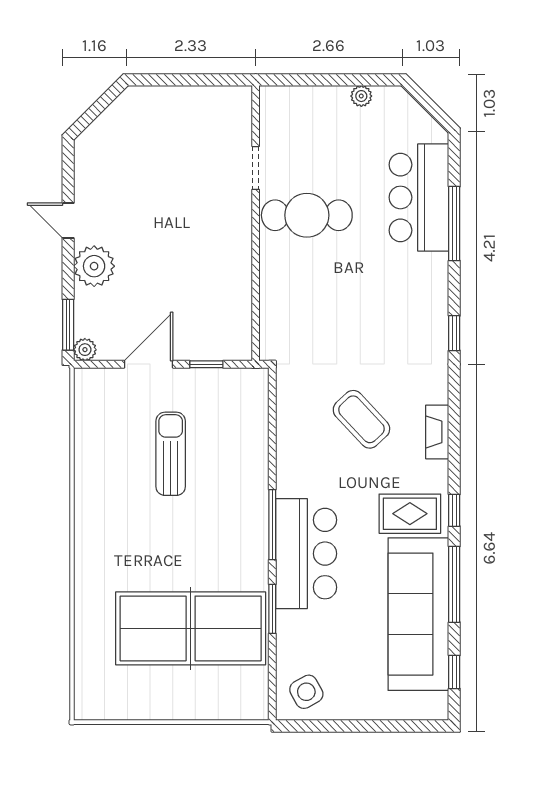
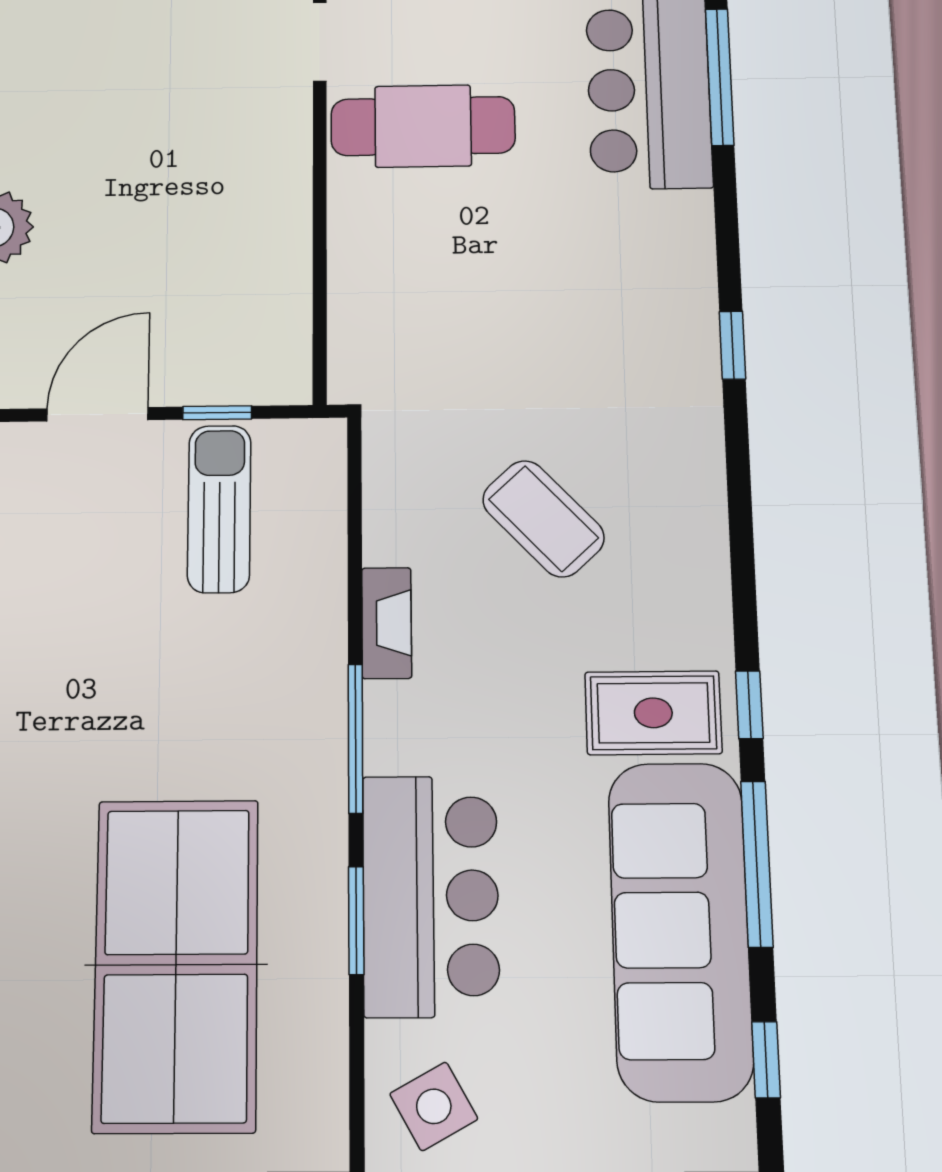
window: (454, 224) -> (720, 77), moved
fireplace: (437, 432) -> (387, 623), moved, turned 180
sun lounger: (171, 454) -> (219, 509), moved
bar counter: (306, 554) -> (431, 896), moved
table tennis table: (191, 628) -> (176, 965), turned 90

